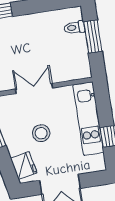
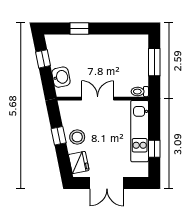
toilet: (74, 27) -> (140, 92), moved
stool: (41, 133) -> (77, 137), moved

